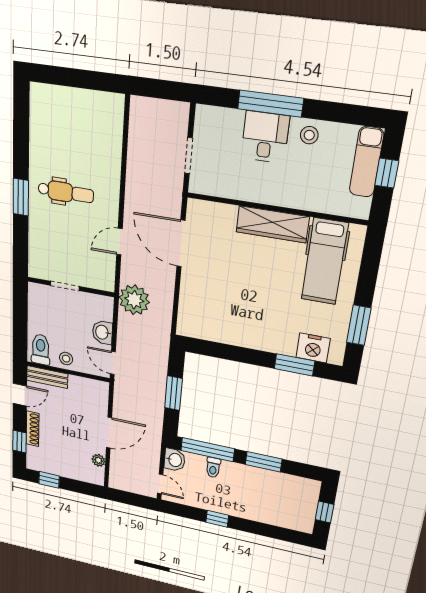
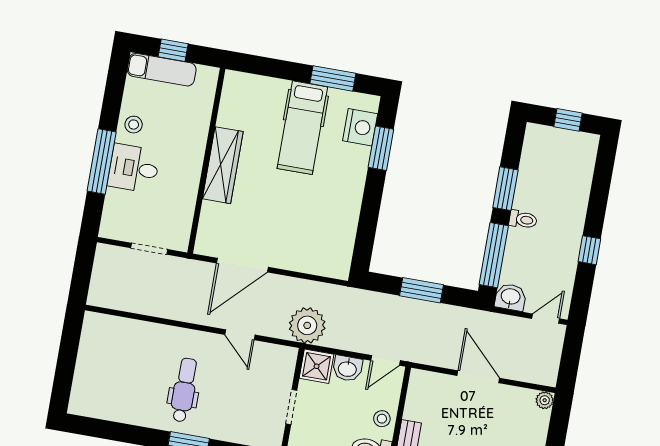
hospital bed: (325, 262) -> (302, 128), moved, turned 90
shower: (101, 307) -> (317, 366), added
plant: (98, 460) -> (545, 400), moved
toilet: (213, 468) -> (523, 220), moved

